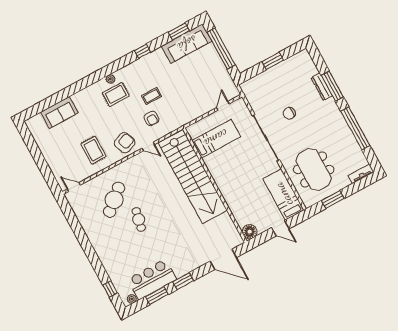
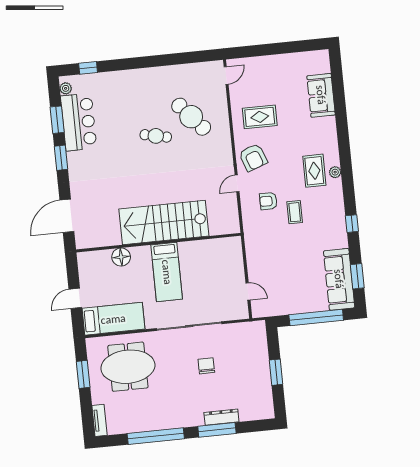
bed: (216, 139) -> (167, 272), moved
stairs: (193, 176) -> (164, 222), width x0.73
floor lamp: (250, 232) -> (121, 257), moved

